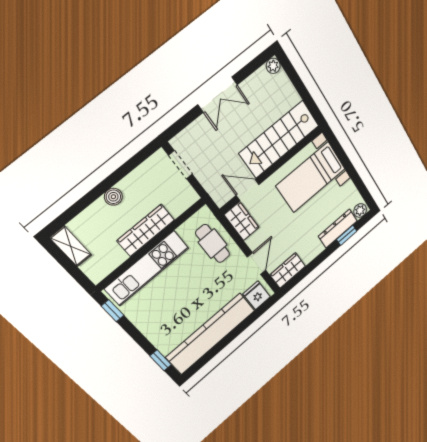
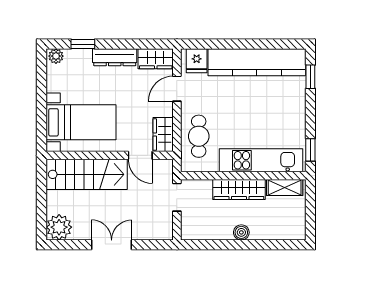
plant: (273, 66) -> (59, 227), width x1.87, depth x1.87
doorway: (180, 165) -> (177, 197), moved
dresser: (338, 229) -> (115, 57), moved
shelving: (71, 246) -> (285, 187), moved, turned 90

